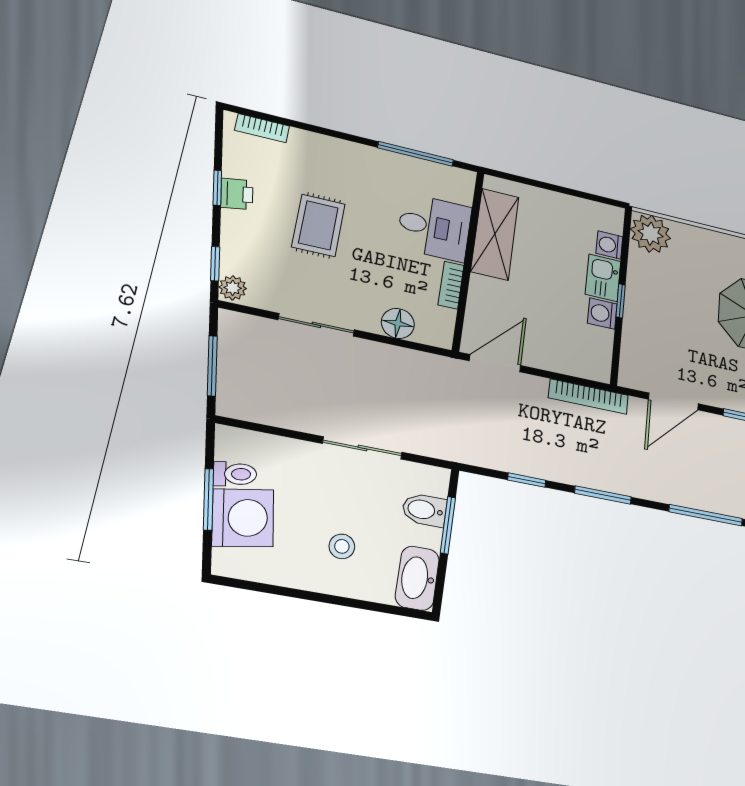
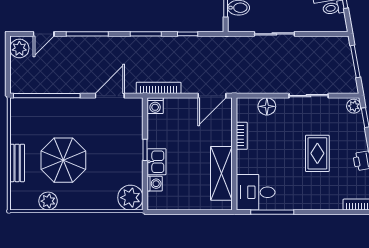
desk: (434, 227) -> (256, 192), moved
washing machine: (602, 314) -> (155, 106), moved, turned 90

